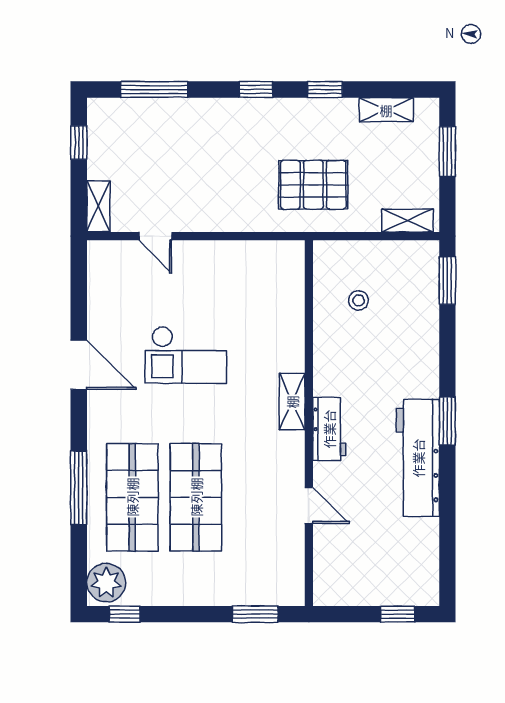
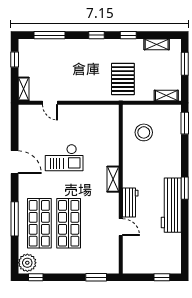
pallet: (313, 185) -> (123, 79), turned 90
stool: (359, 300) -> (144, 132), width x1.89, depth x1.89
workbench: (329, 429) -> (130, 202), moved

